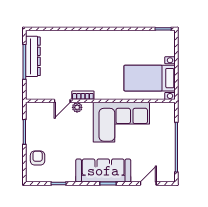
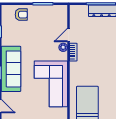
door: (62, 101) -> (68, 35), hinge flipped

